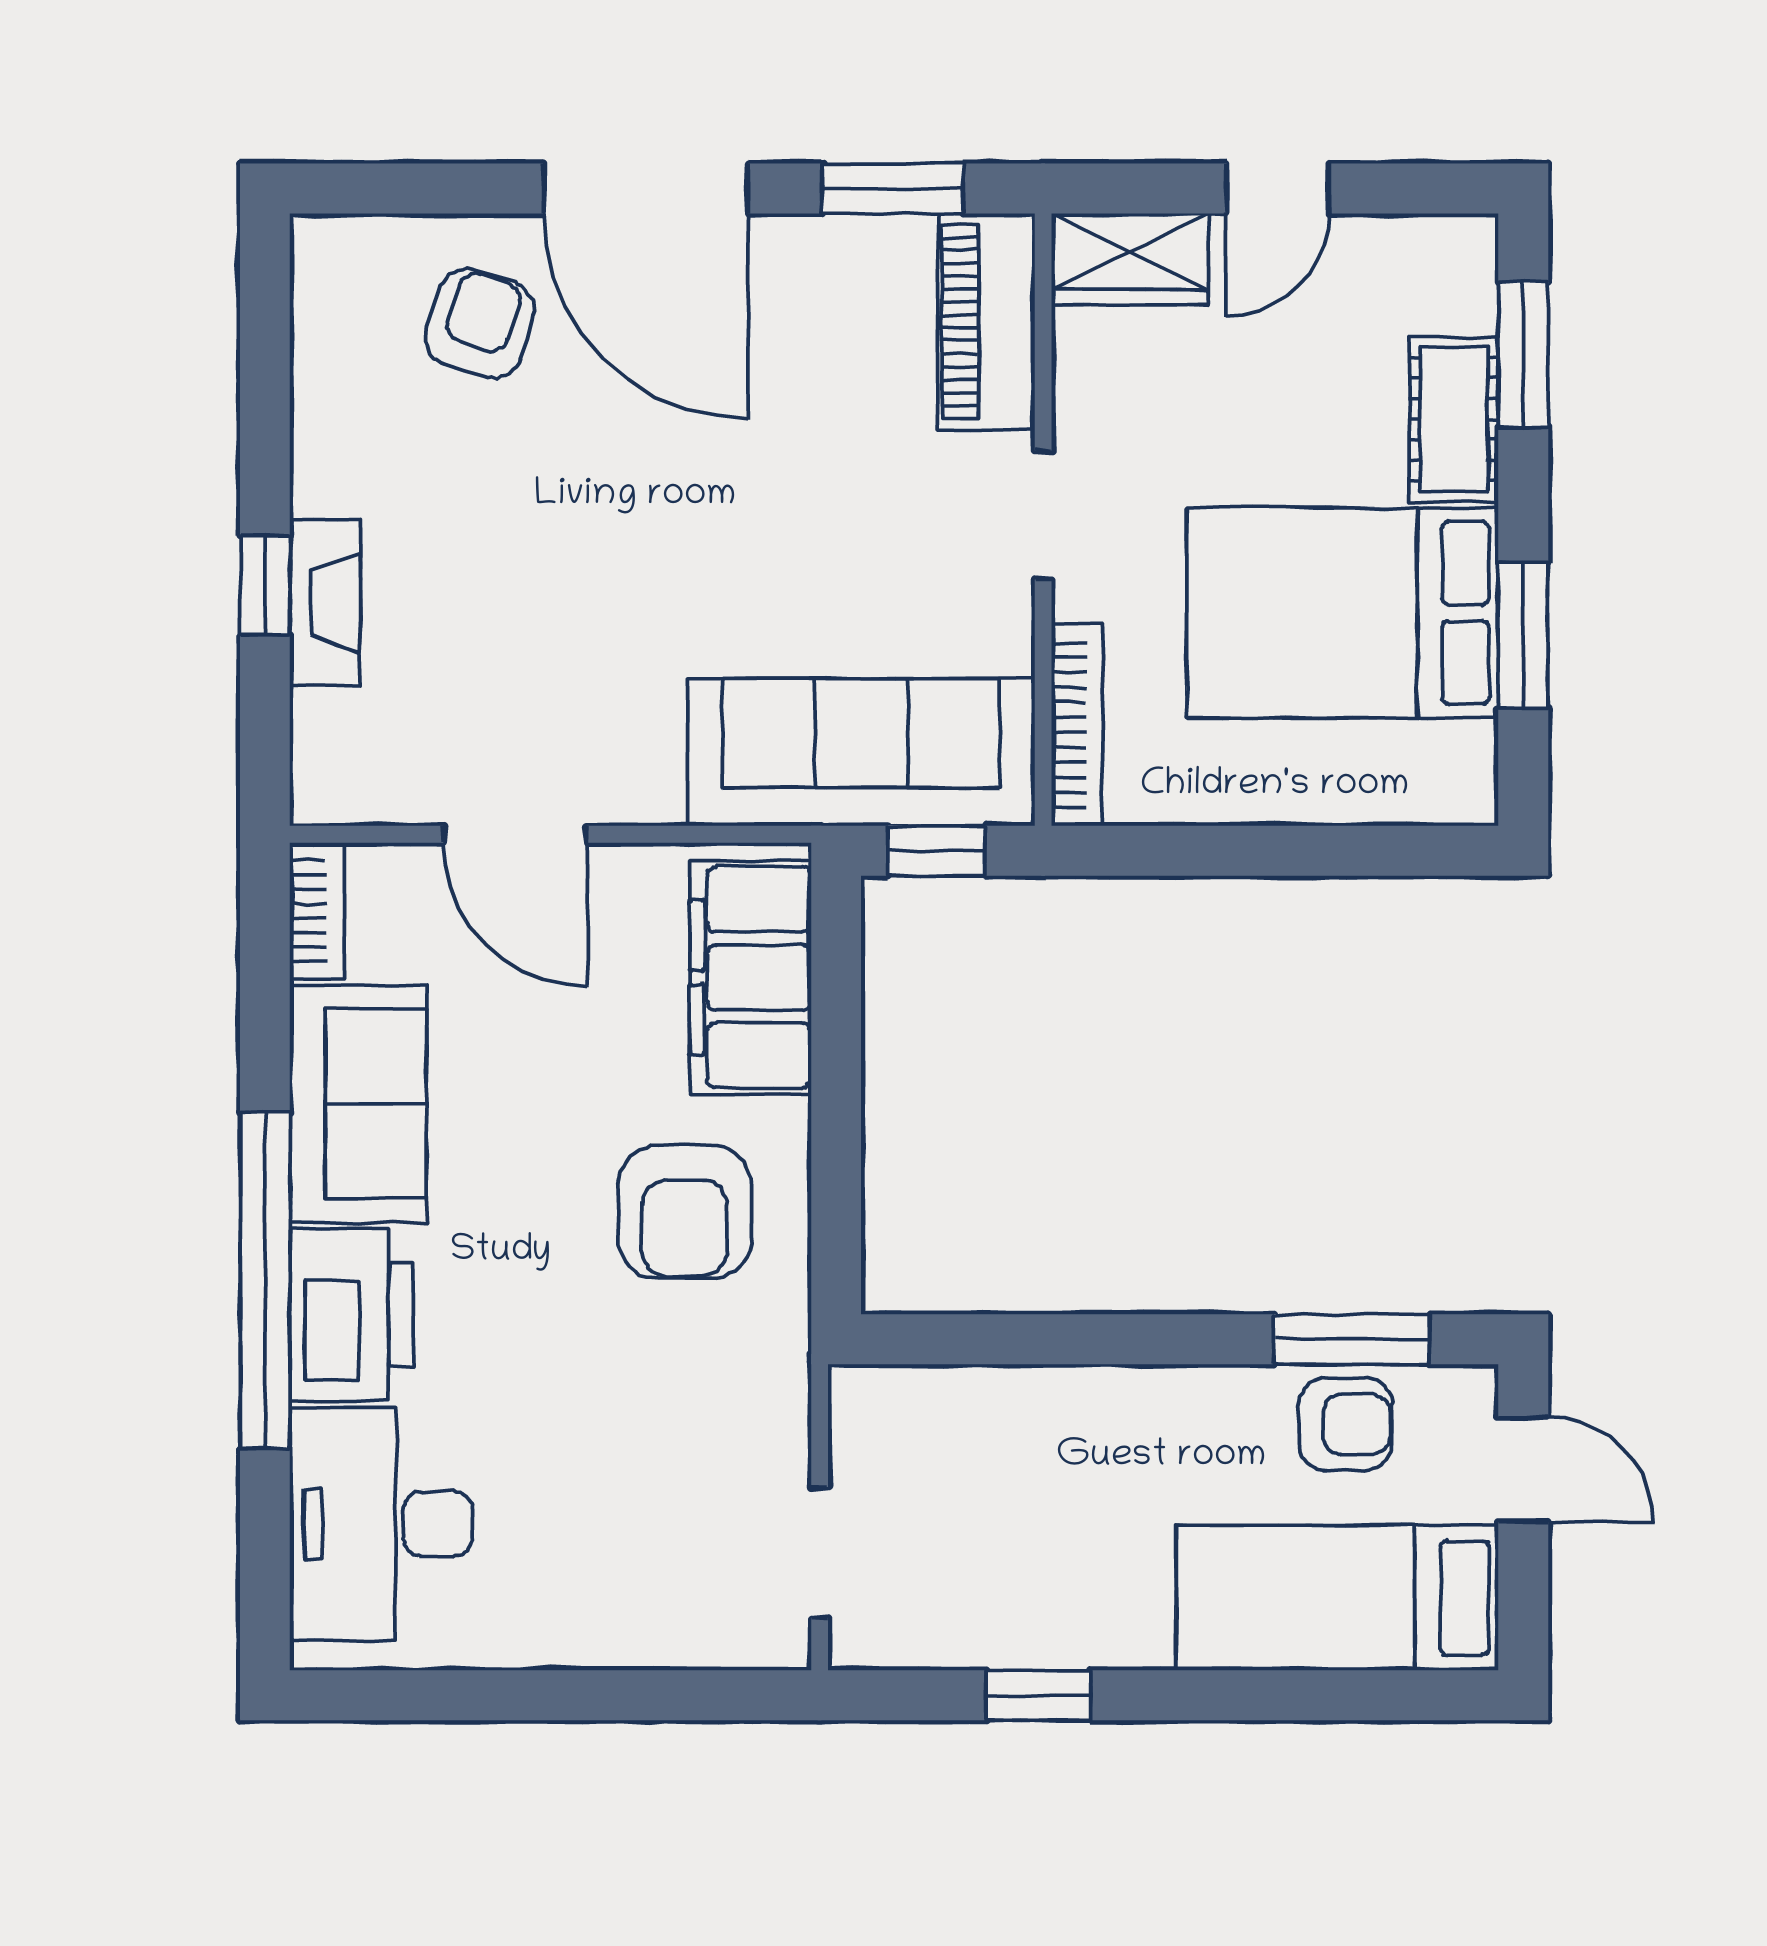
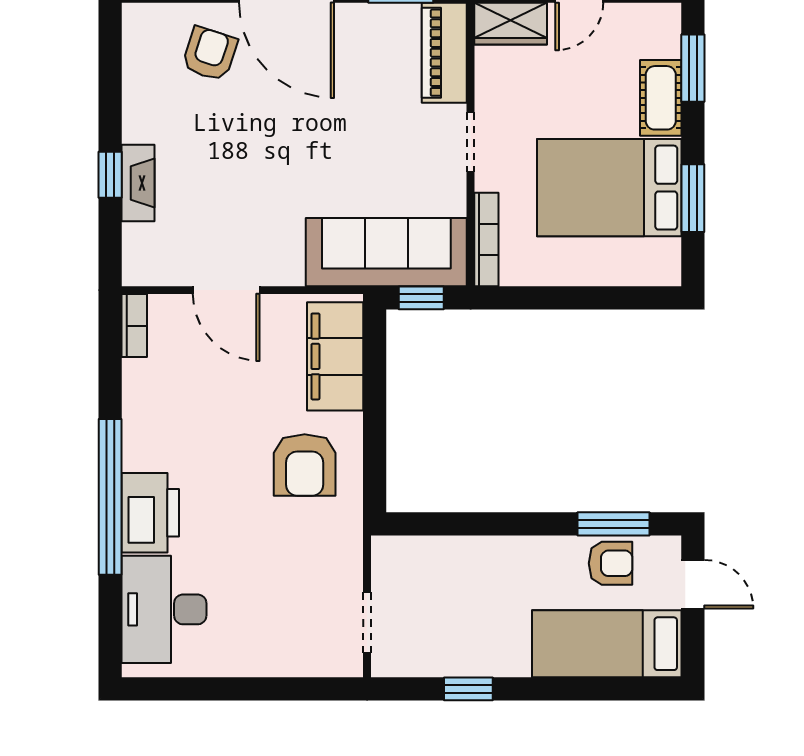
sofa: (358, 1104) -> (153, 415), removed

